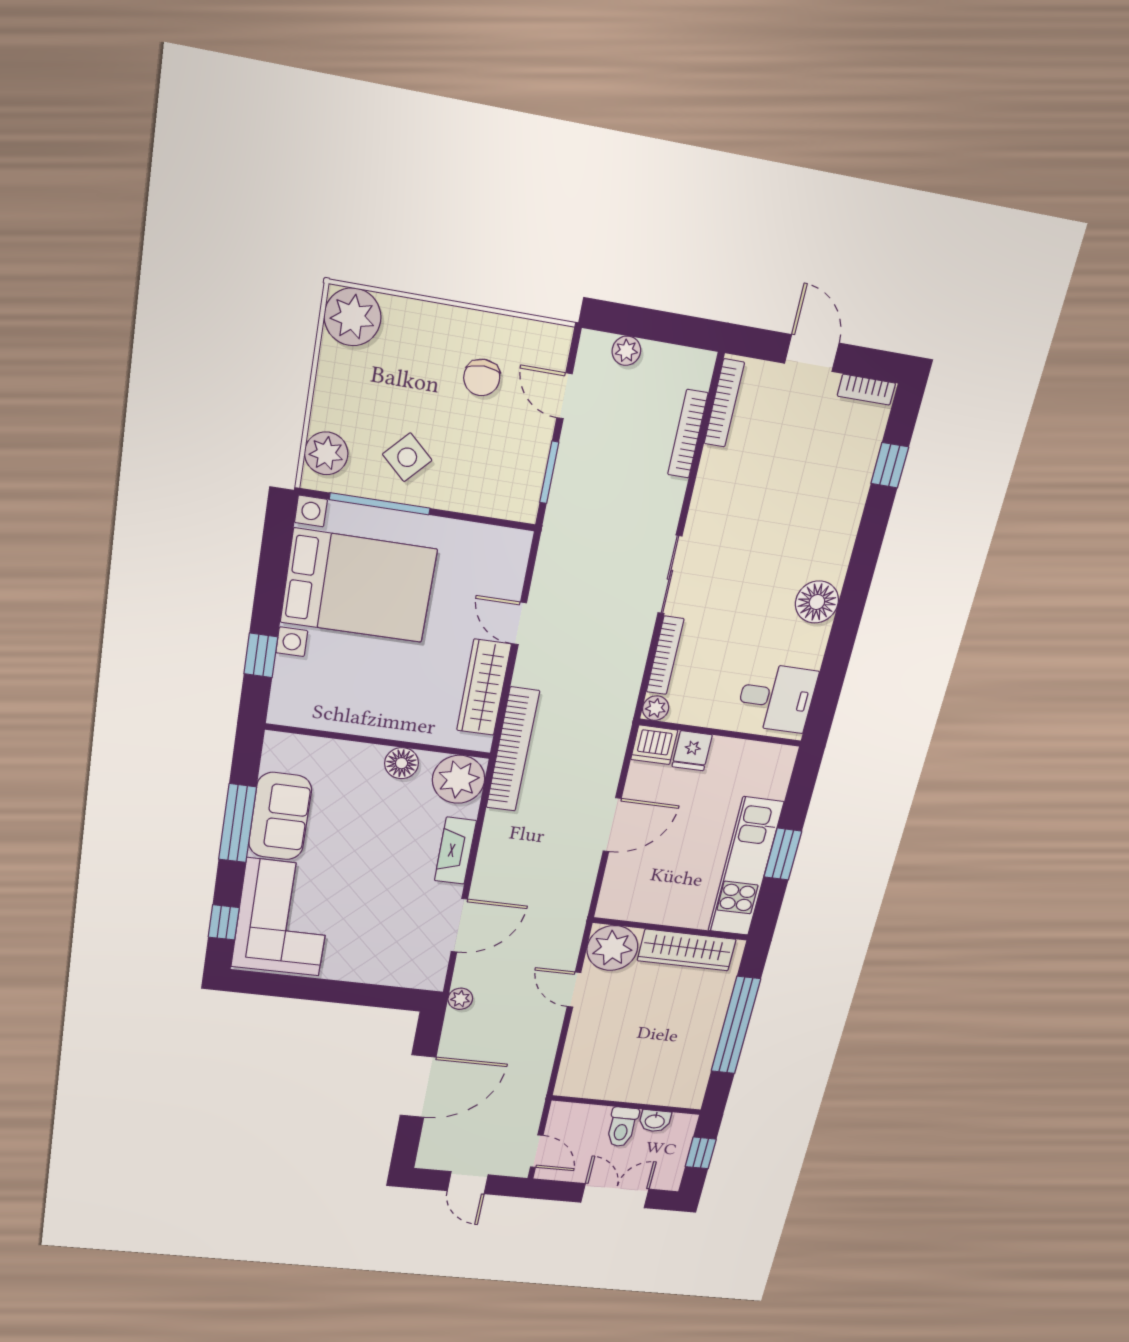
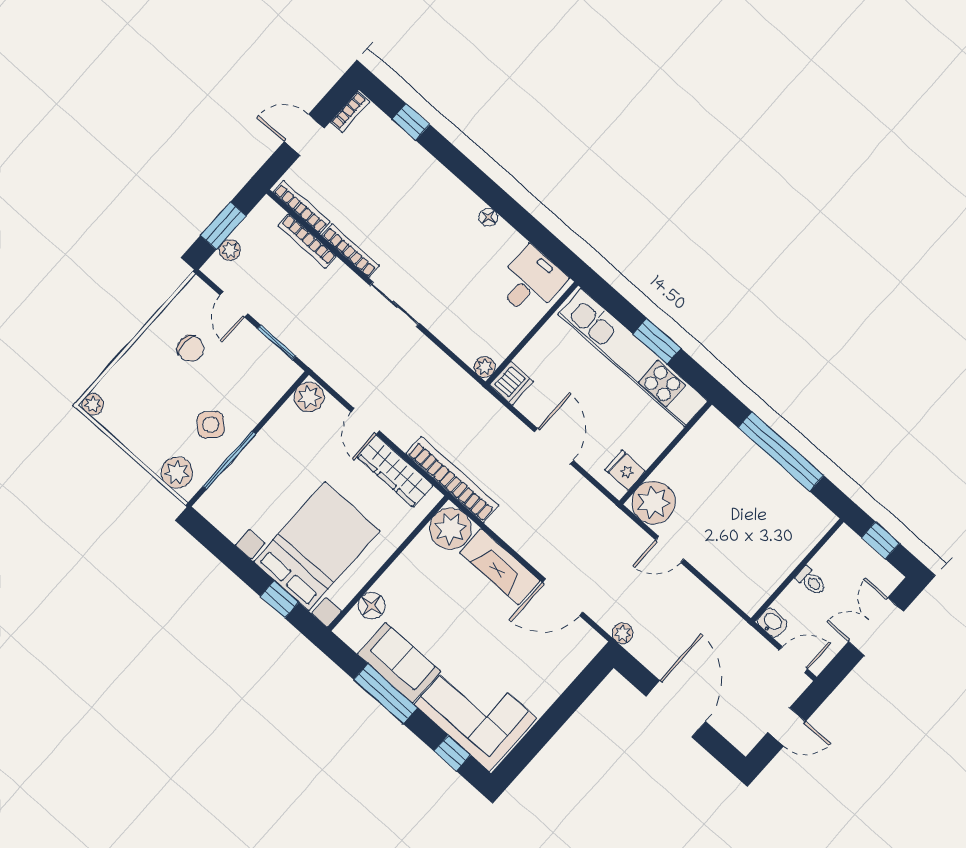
plant: (353, 317) -> (93, 404), width x0.53, depth x0.53
window: (651, 325) -> (223, 226), added
door: (564, 396) -> (234, 304), hinge flipped
plant: (509, 547) -> (309, 397), added
bed with nightstands: (359, 586) -> (317, 546), moved
floor lamp: (817, 602) -> (488, 217), width x0.53, depth x0.53
door: (519, 623) -> (365, 421), hinge flipped
bookcase: (665, 655) -> (350, 251), moved
fridge: (692, 751) -> (625, 470), moved, turned 180
floor lamp: (402, 763) -> (372, 606), moved
fireplace: (455, 851) -> (500, 567), width x1.37, depth x1.32
kitchen unit: (746, 867) -> (633, 358), width x1.36
door: (459, 926) -> (563, 597), swing flipped
wardrobe: (687, 950) -> (691, 451), removed
washbasin: (655, 1121) -> (772, 623), moved, turned -90
toilet: (622, 1127) -> (811, 581), width x0.73, depth x0.72

